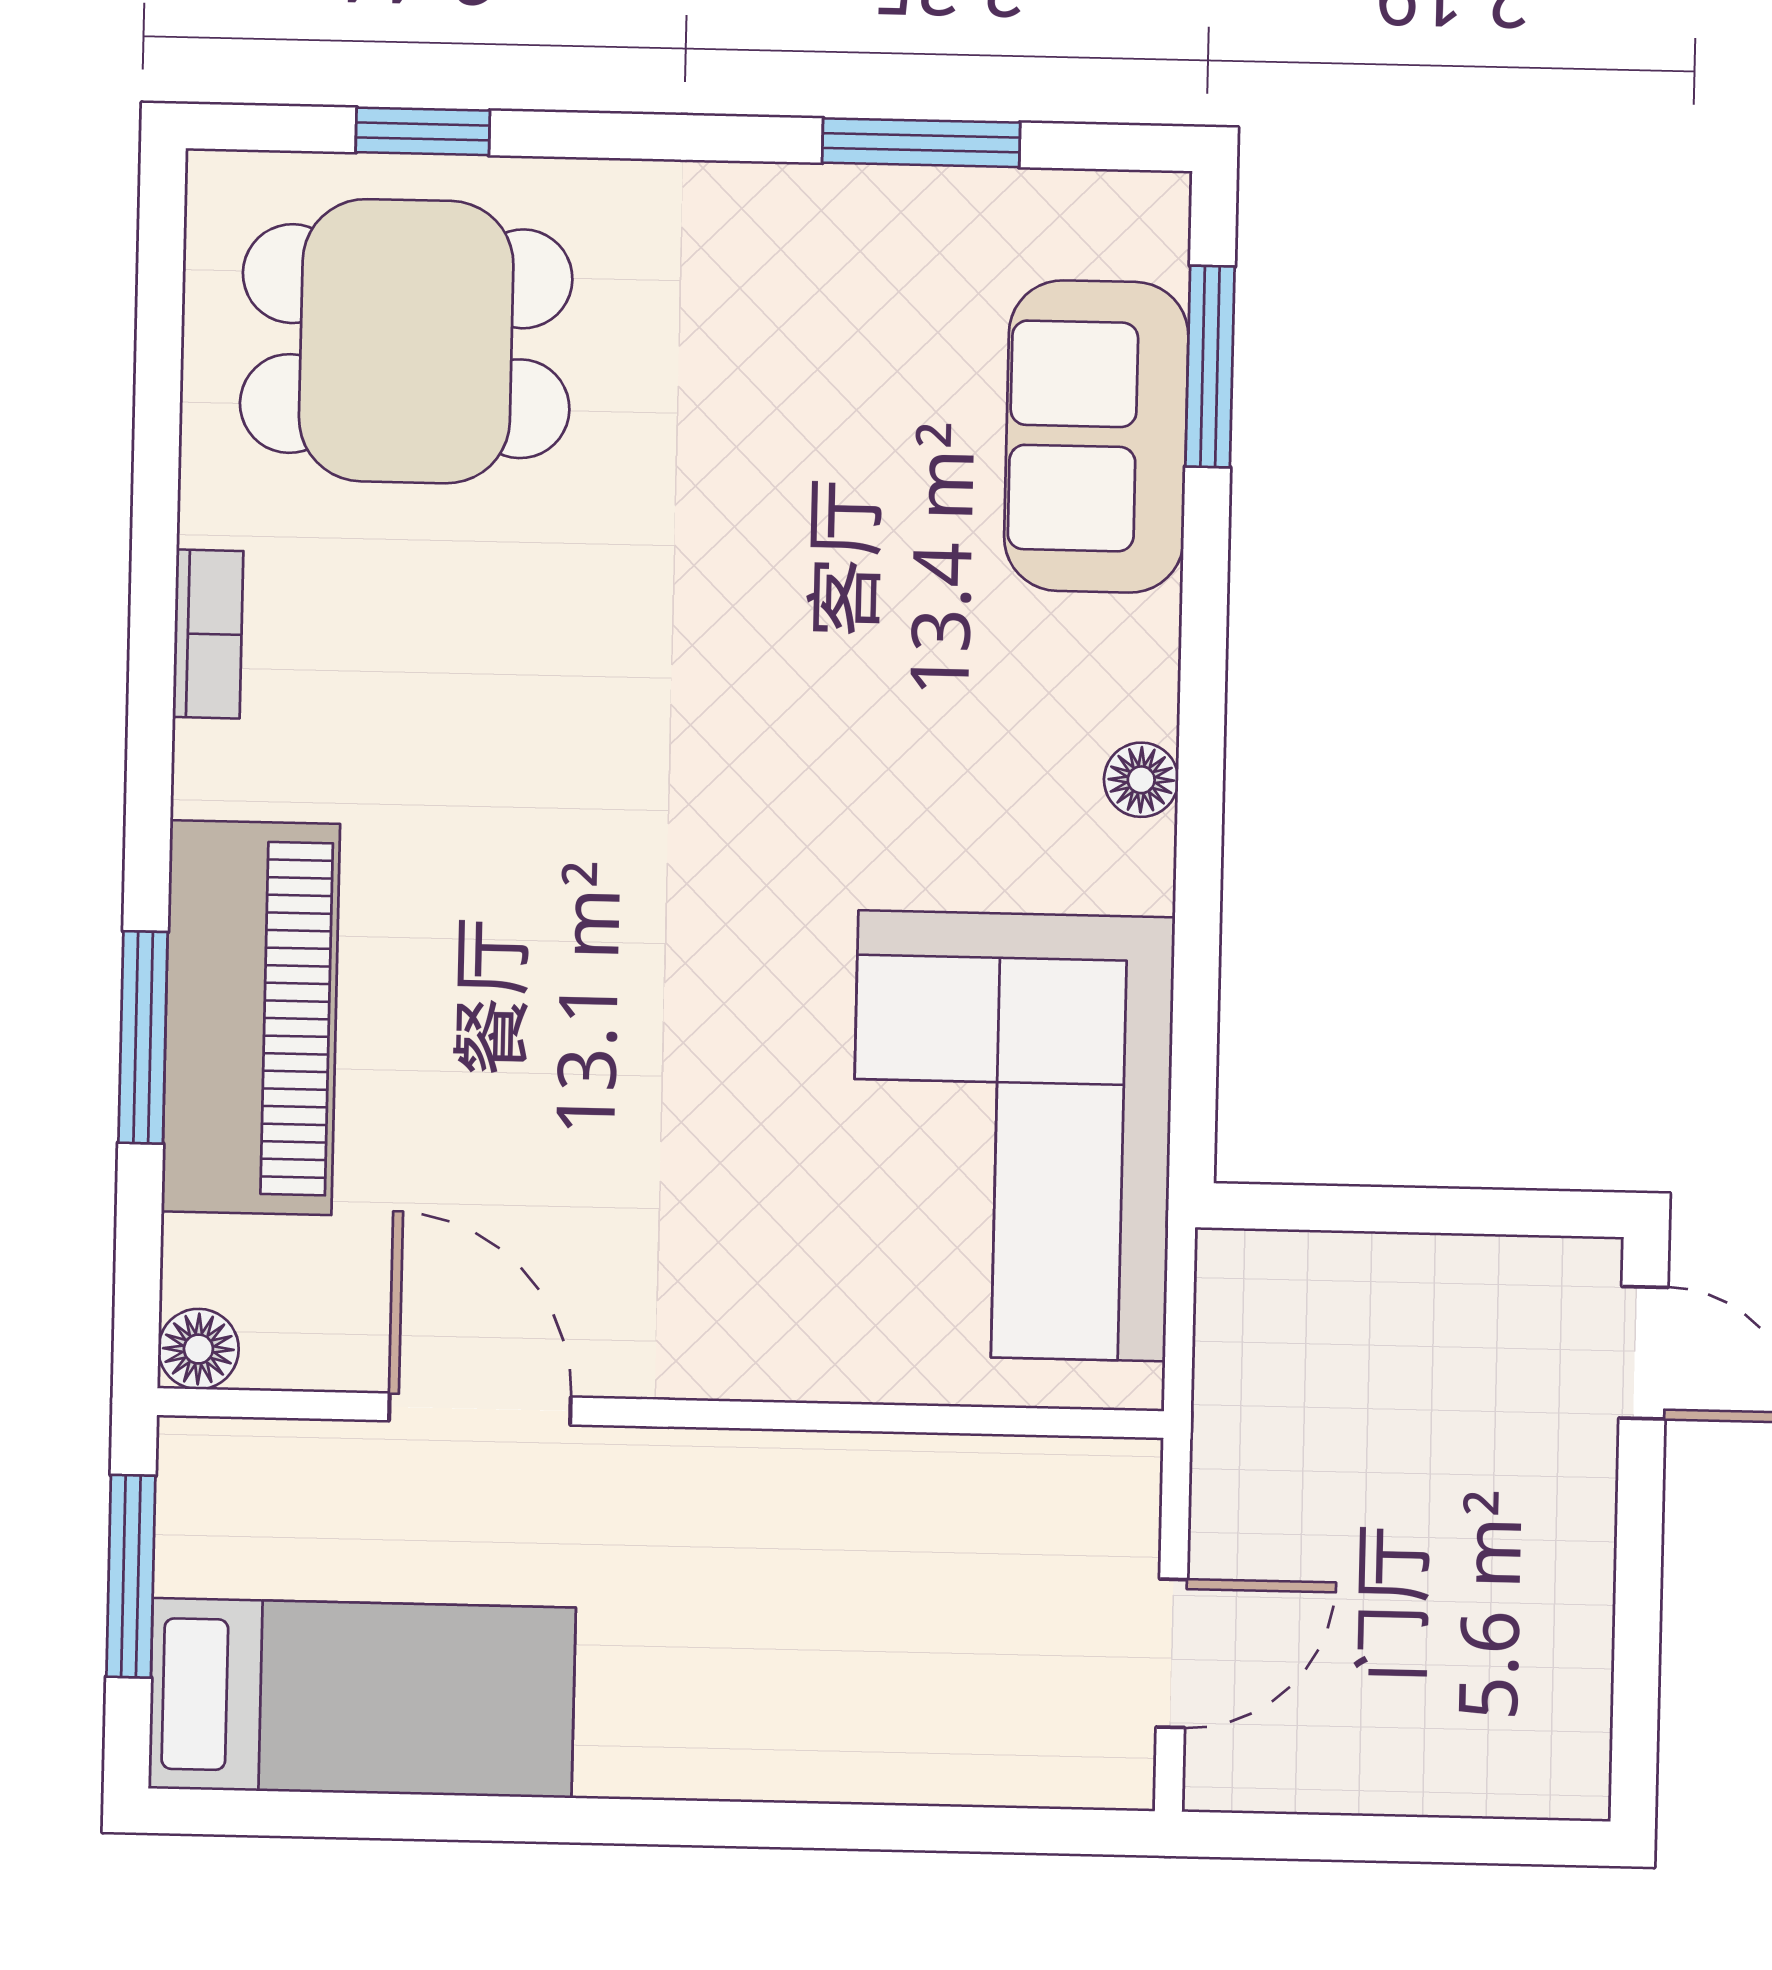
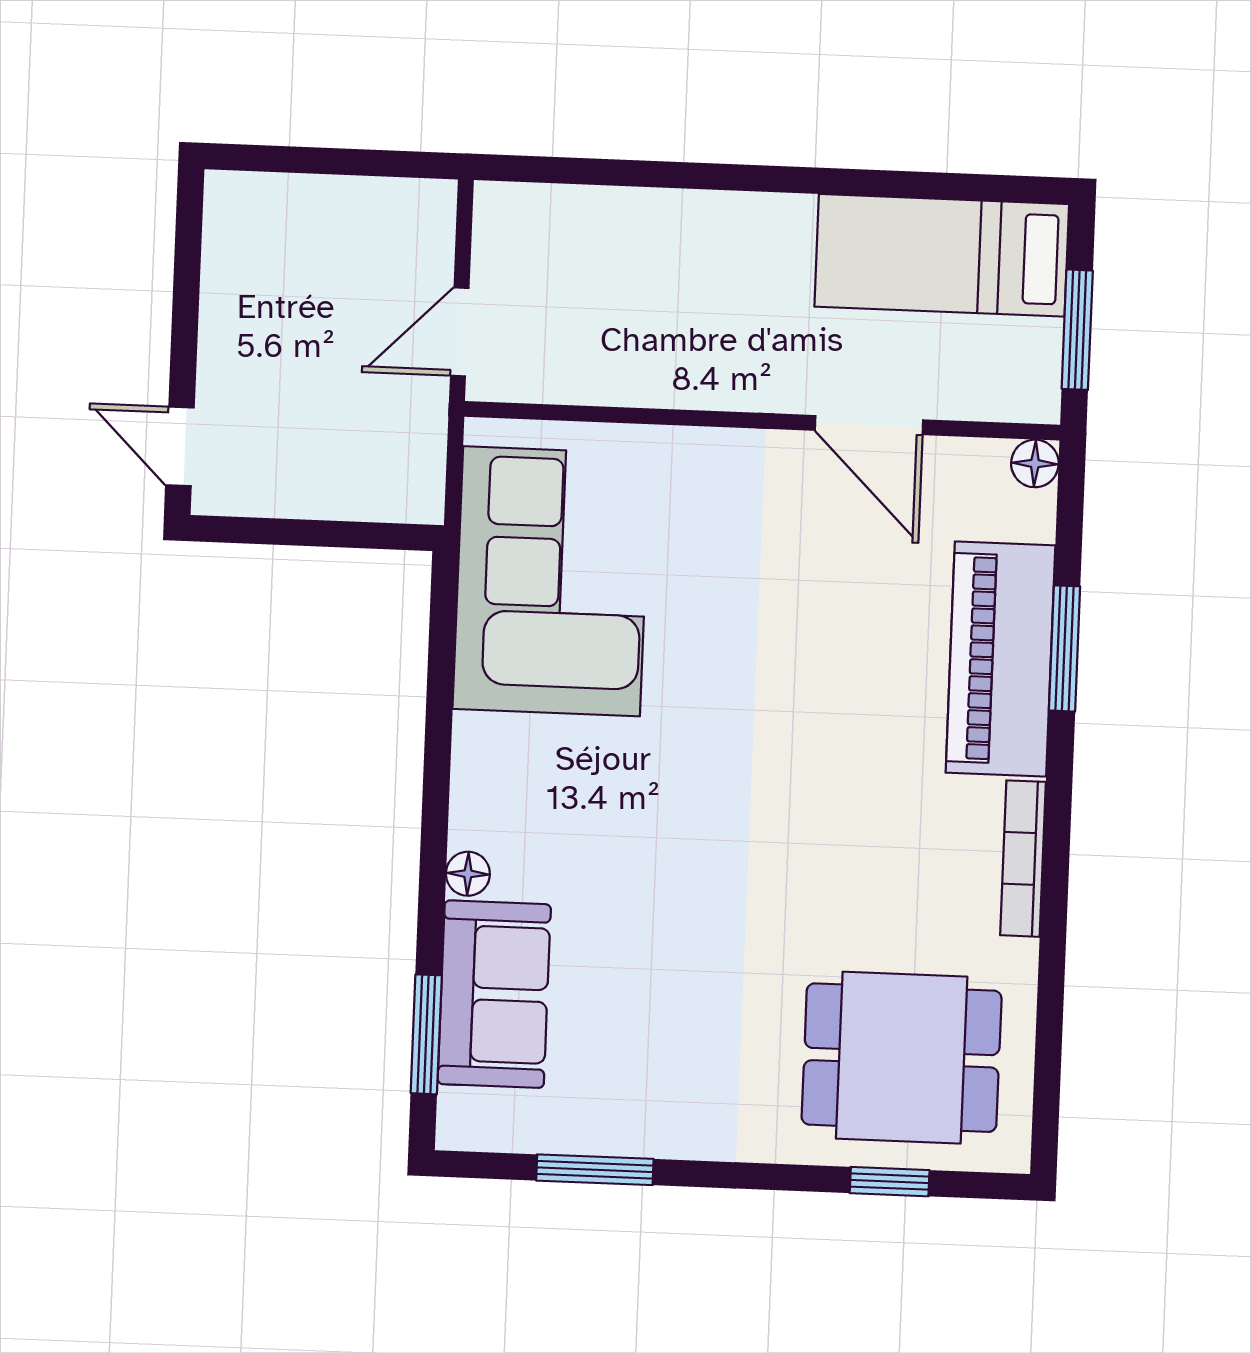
bookcase: (208, 634) -> (1023, 859), width x1.56
floor lamp: (1141, 780) -> (468, 874), moved
door: (1172, 1653) -> (460, 332), moved

